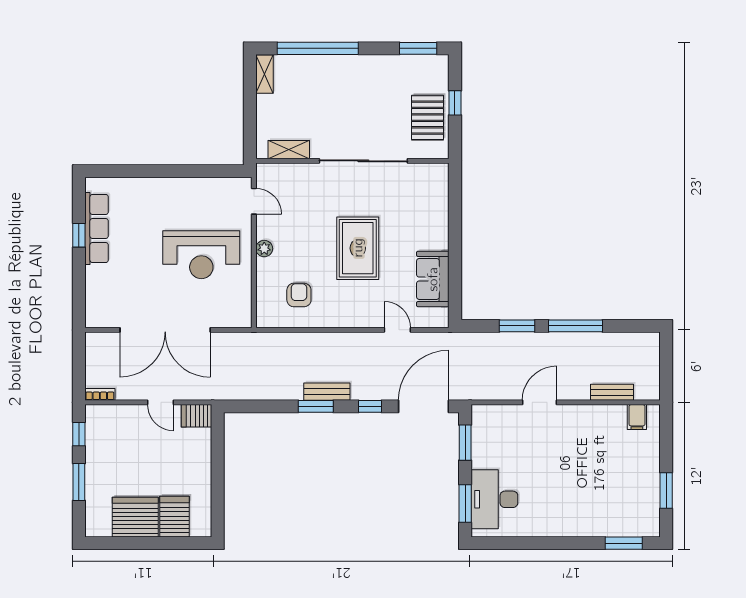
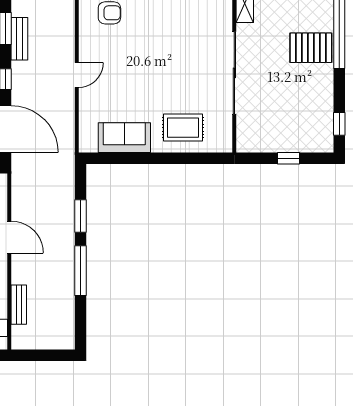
window: (418, 48) -> (339, 124), width x0.67
pallet: (427, 118) -> (311, 48), moved
rug: (358, 248) -> (183, 128), moved, width x0.73, depth x0.70
door: (397, 330) -> (77, 75), moved

